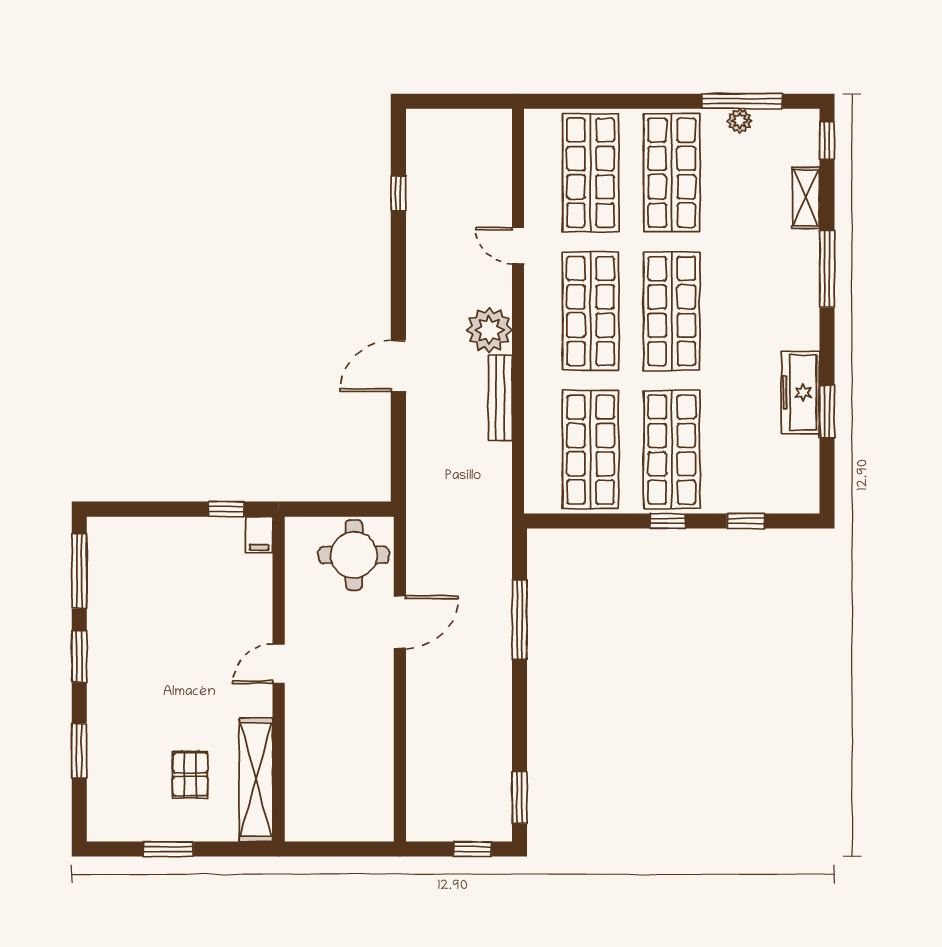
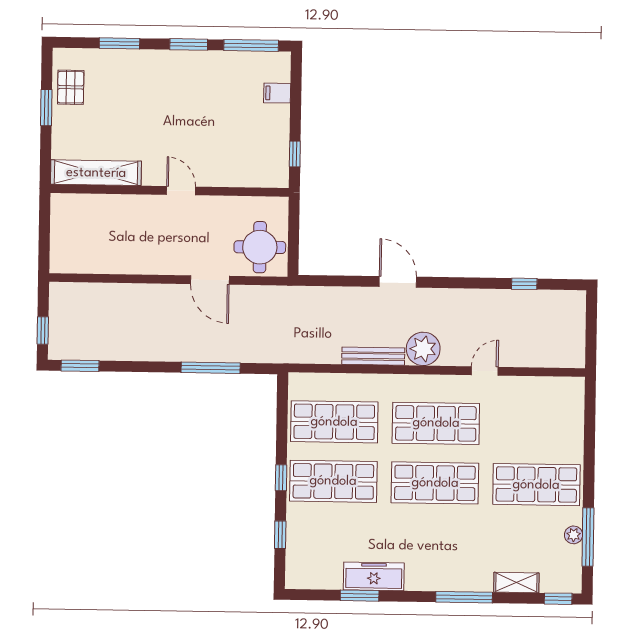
shop shelf: (591, 173) -> (537, 425), removed
filing cabinet: (259, 535) -> (277, 93), moved
pallet: (190, 775) -> (71, 87), moved, turned 90

